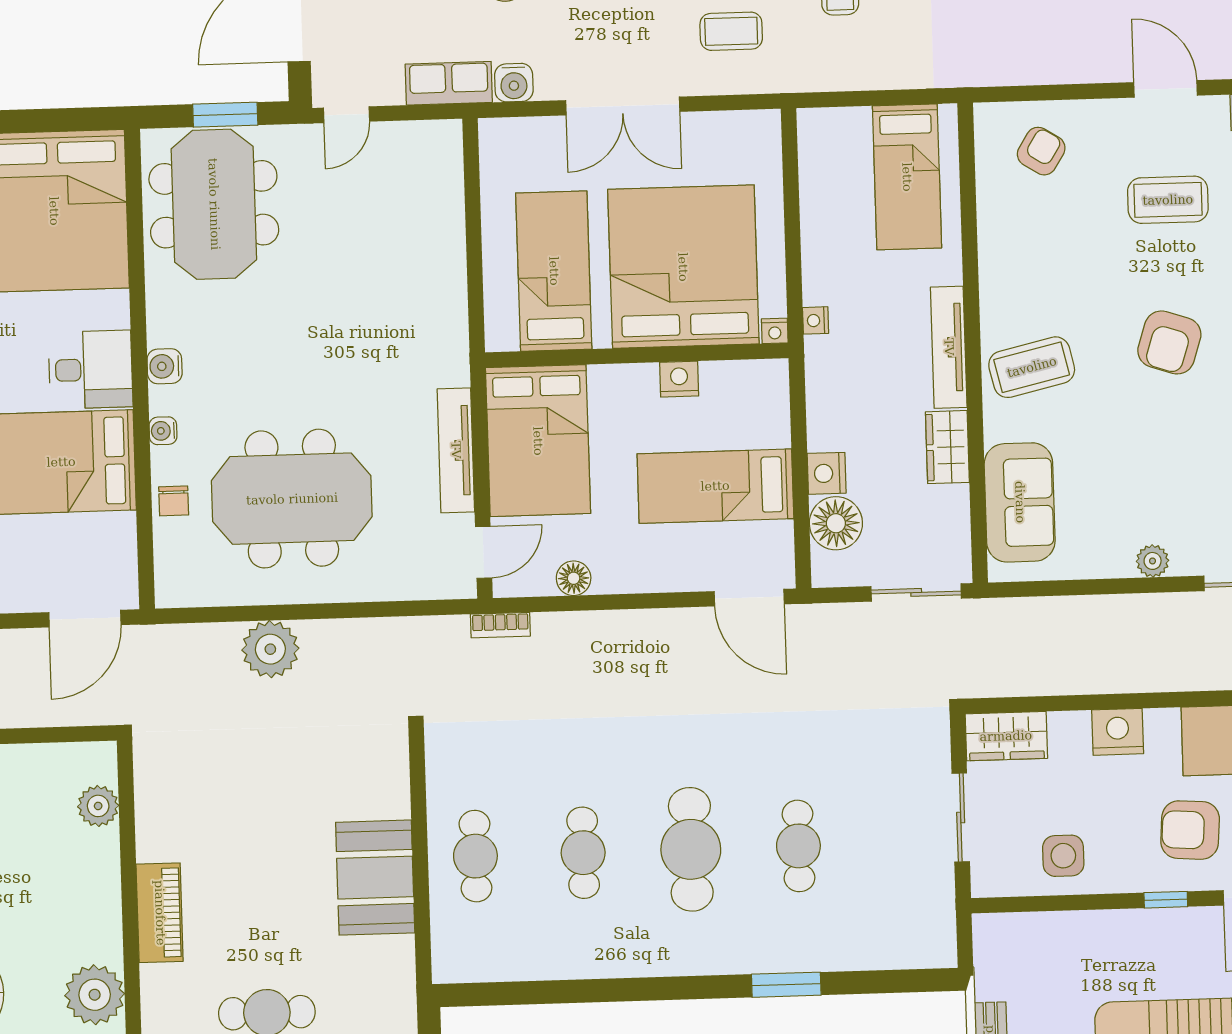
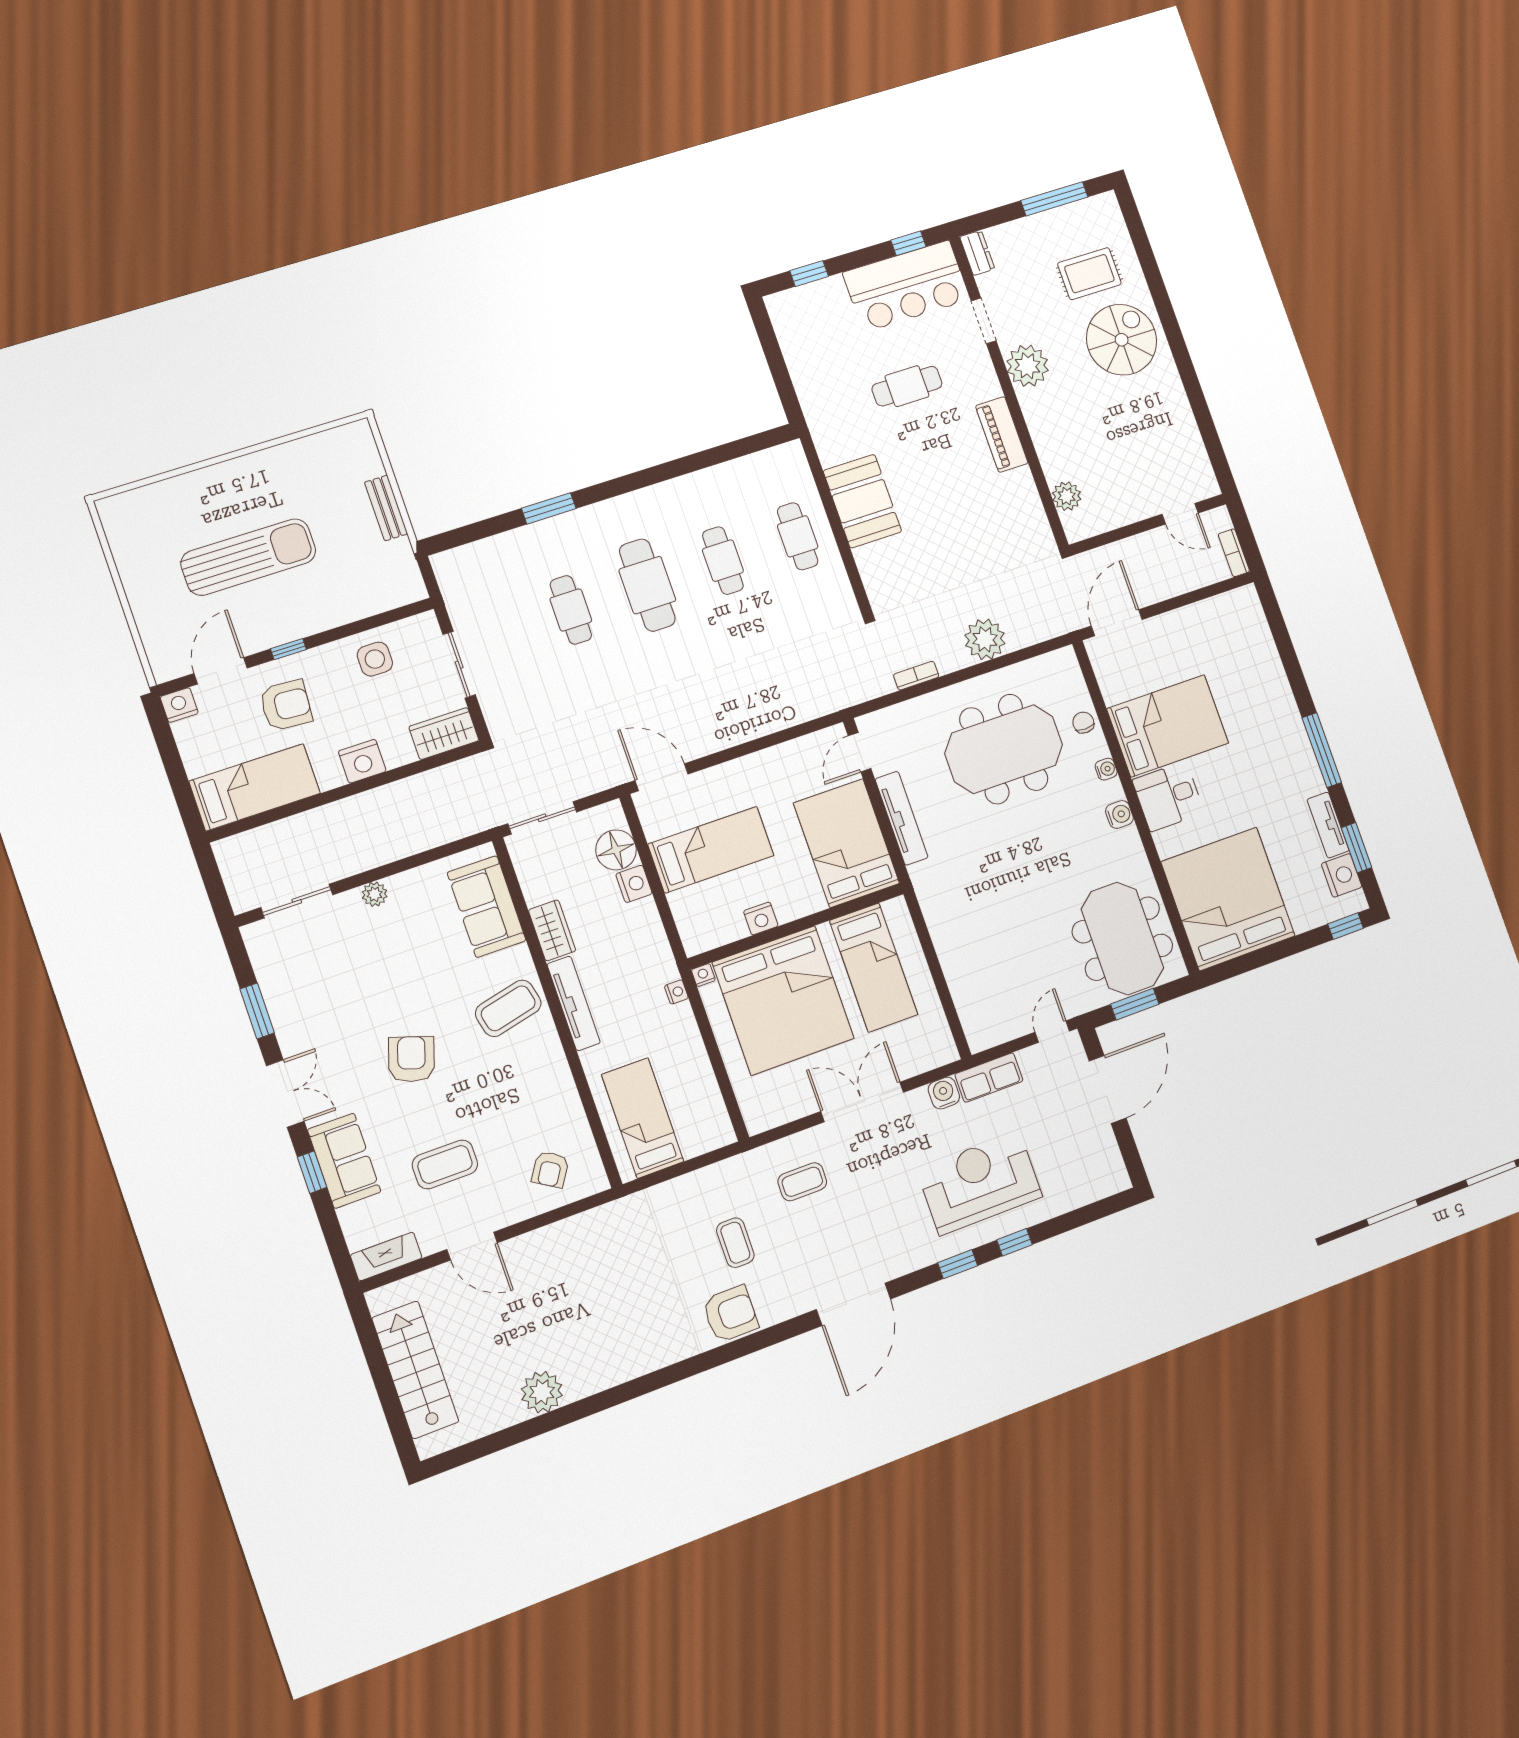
floor lamp: (574, 578) -> (791, 753), removed
bookcase: (500, 625) -> (916, 676), moved

